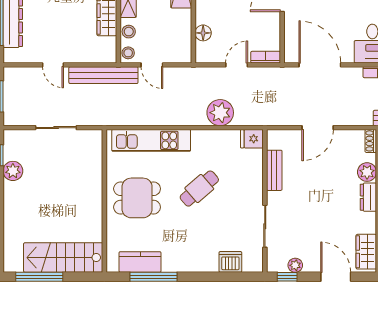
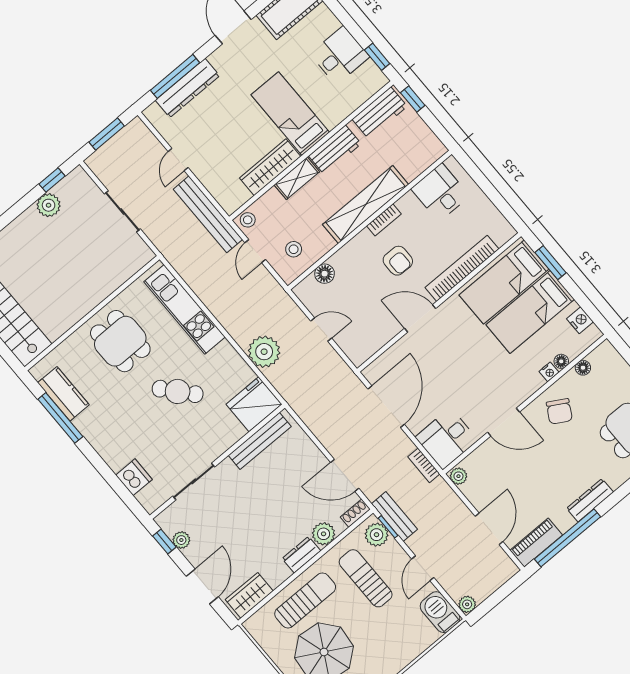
stool: (129, 32) -> (294, 249), moved
bookcase: (266, 57) -> (351, 350), removed
door: (318, 128) -> (345, 475), moved
fridge: (252, 139) -> (254, 404), width x1.88, depth x1.34
bench: (274, 170) -> (260, 441), width x1.36

